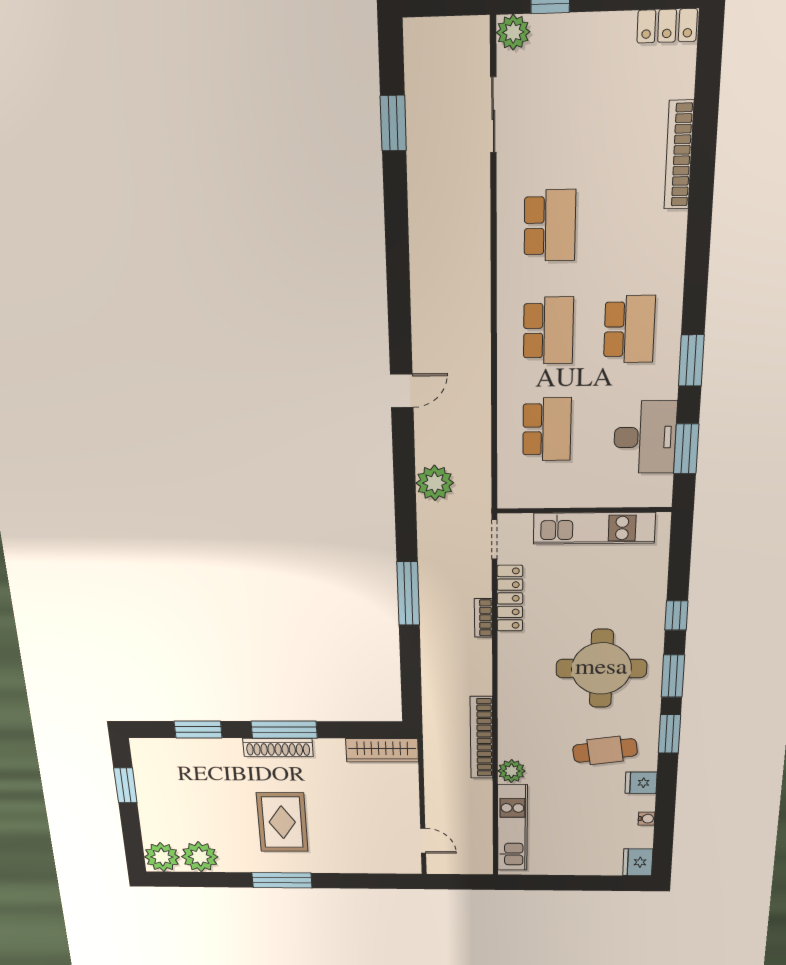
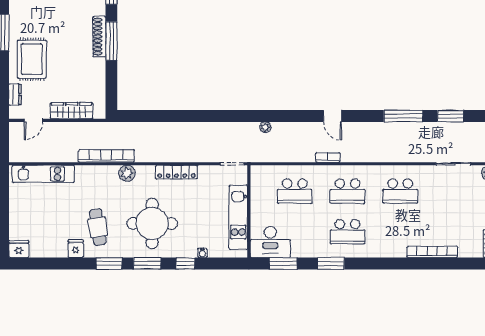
door: (402, 391) -> (333, 116), moved
desk: (645, 437) -> (270, 242), moved
plant: (435, 483) -> (265, 127), width x0.53, depth x0.53
window: (408, 594) -> (403, 116), moved
locker: (510, 598) -> (176, 172), moved
bookcase: (483, 618) -> (328, 157), moved
wardrobe: (382, 750) -> (72, 111), moved, turned 90
plant: (511, 771) -> (127, 173), moved
water cooler: (647, 819) -> (202, 253), moved
rug: (282, 822) -> (32, 59), moved, turned 90
dresser: (381, 865) -> (15, 94), added

